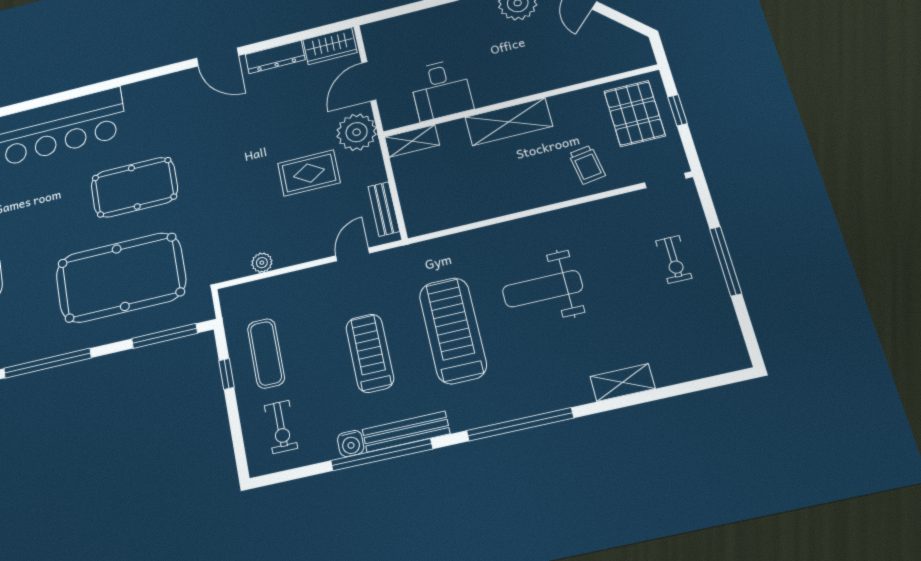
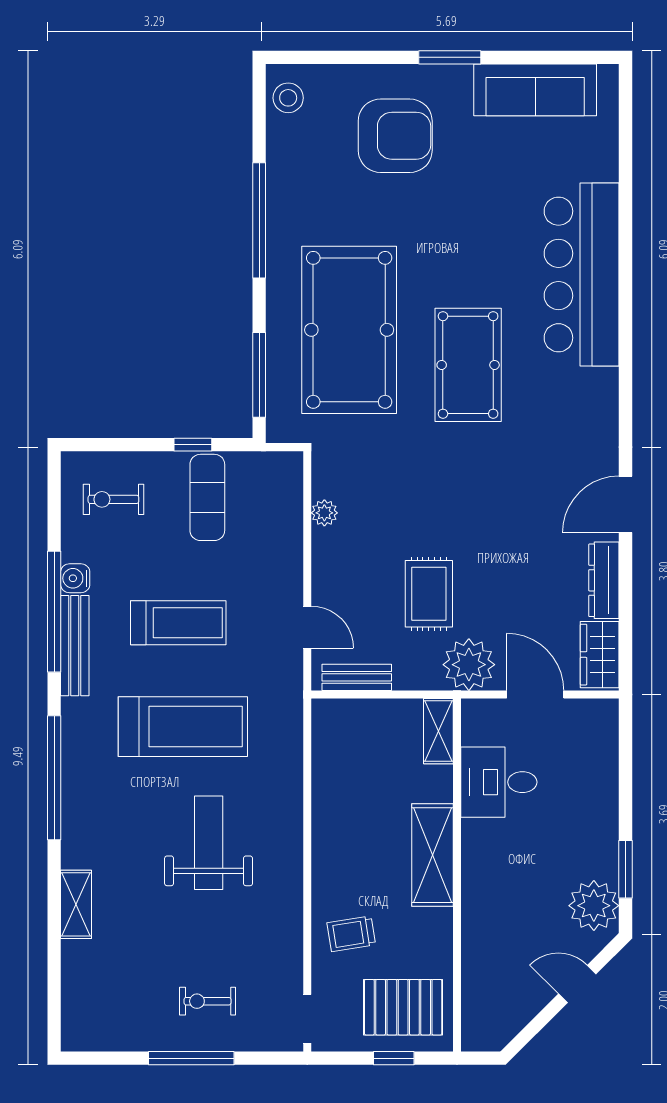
exercise mat: (266, 353) -> (207, 497), turned 90

